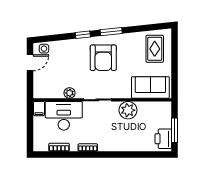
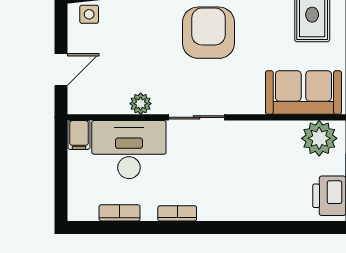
armchair: (103, 58) -> (209, 33), turned 180
door: (30, 63) -> (61, 69), moved
plant: (128, 110) -> (319, 138), moved

